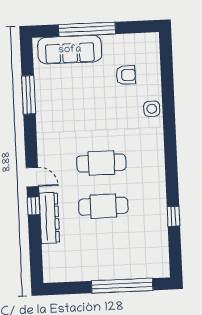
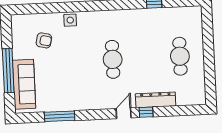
armchair: (126, 75) -> (44, 40), turned 103
cafe table: (103, 206) -> (180, 56), moved
window: (122, 286) -> (208, 43), removed

